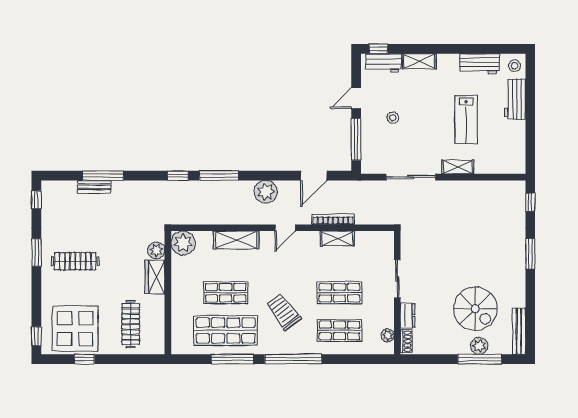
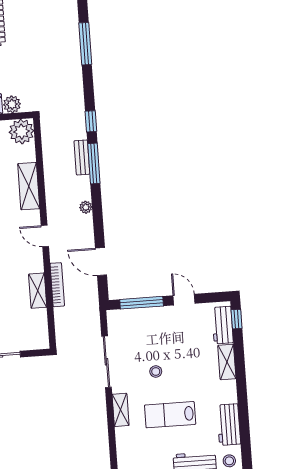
stool: (393, 118) -> (156, 371), moved
bench: (94, 187) -> (82, 157), moved
plant: (266, 192) -> (86, 207), width x0.53, depth x0.53

